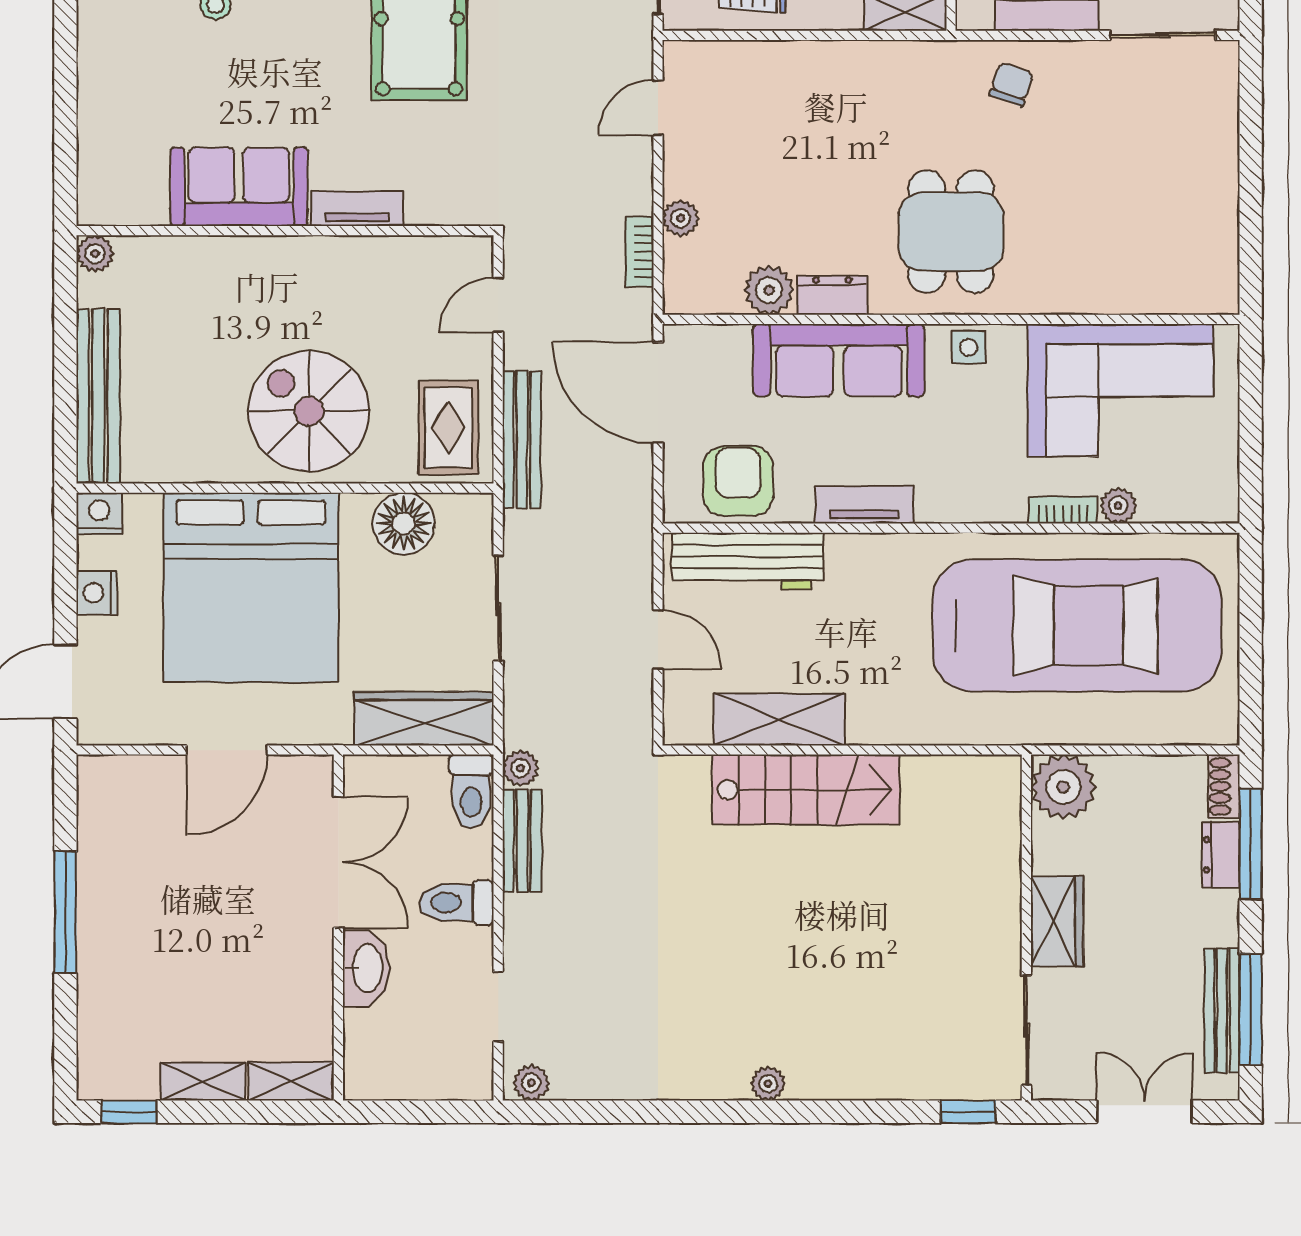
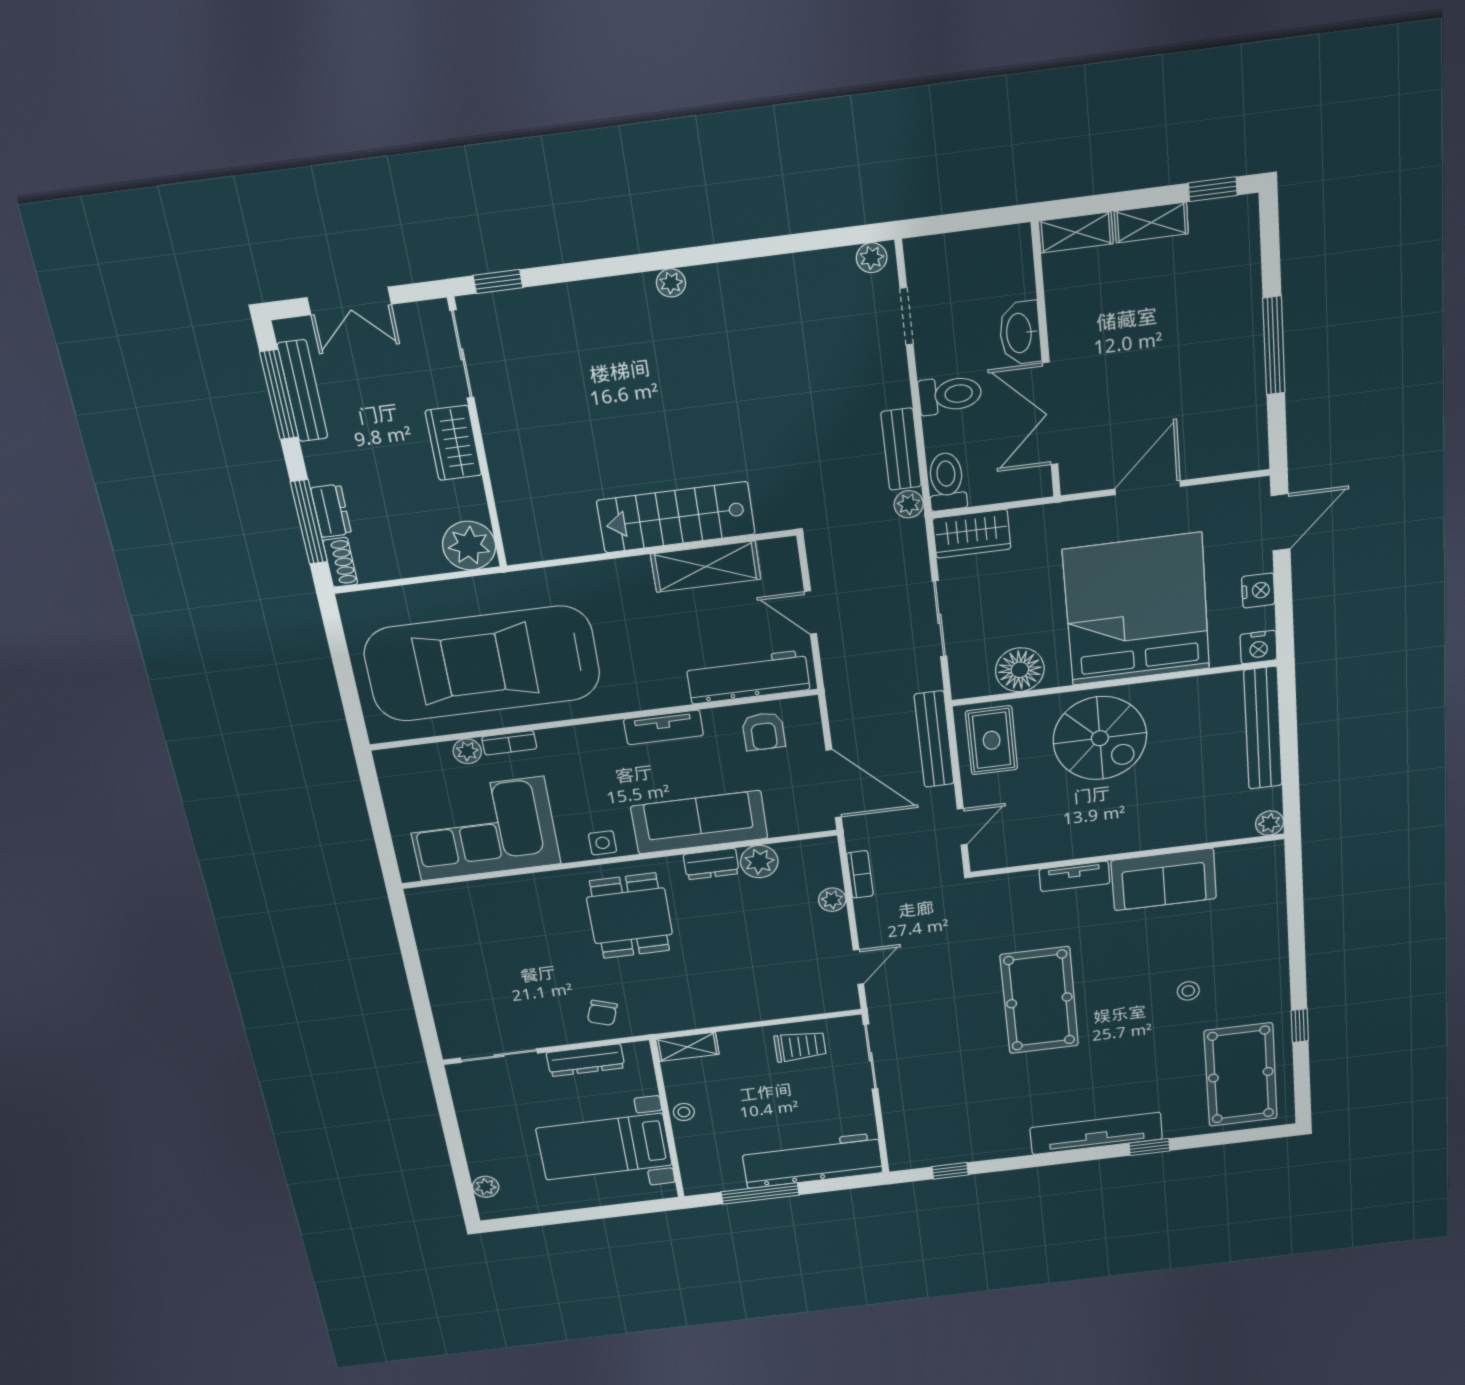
armchair: (738, 481) -> (764, 731), width x0.72, depth x0.72
wardrobe: (424, 719) -> (972, 534), width x0.67

